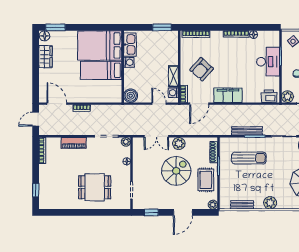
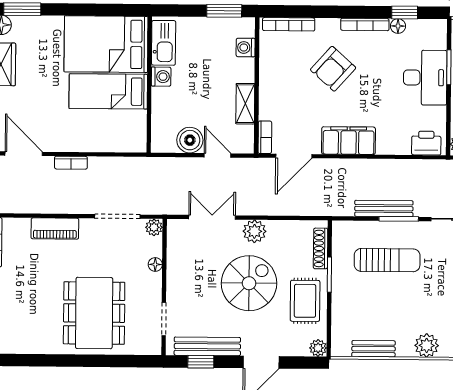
window: (257, 27) -> (405, 12), added
armchair: (202, 69) -> (333, 69), moved
washing machine: (173, 93) -> (246, 48), moved
boiler: (131, 96) -> (190, 140), moved
double door: (156, 136) -> (212, 217), swing flipped
dining table: (95, 187) -> (94, 313), width x1.38
bench: (155, 204) -> (207, 346), added

